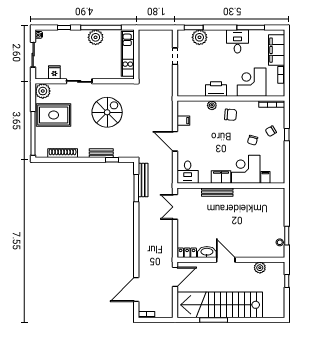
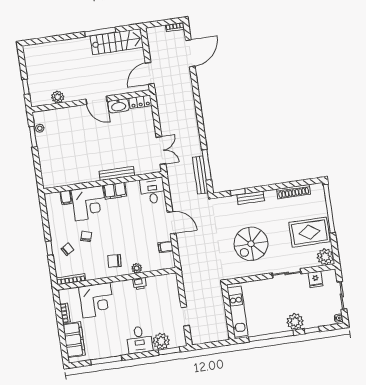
plant: (96, 37) -> (295, 322), moved
desk: (237, 41) -> (139, 340), moved
printer: (216, 89) -> (140, 284), width x0.53, depth x0.68
stairs: (220, 305) -> (117, 42), width x0.54, depth x0.66

